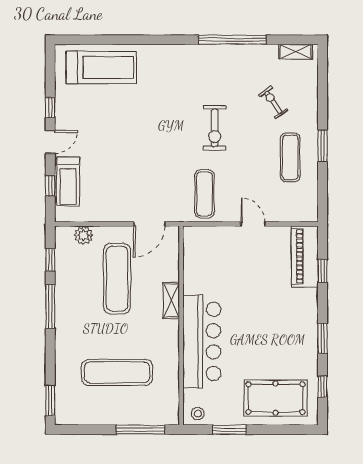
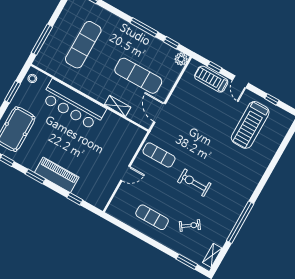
treadmill: (101, 67) -> (250, 125), moved
window: (50, 107) -> (272, 99), moved
window: (323, 146) -> (187, 262), moved
plant: (84, 235) -> (181, 59), moved
piano: (305, 257) -> (57, 175), moved
shelving: (171, 301) -> (118, 106), moved

